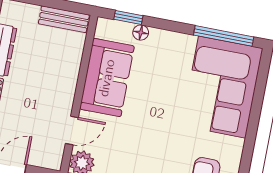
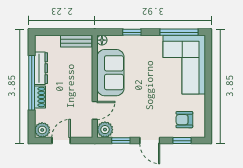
window: (128, 18) -> (132, 32), moved
floor lamp: (141, 33) -> (102, 40), moved

